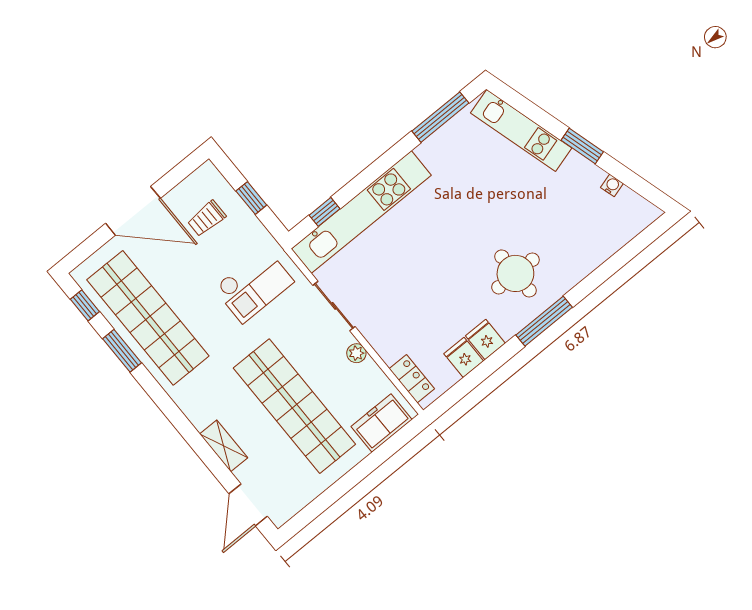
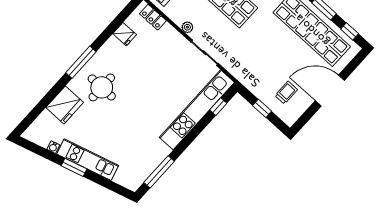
kitchen unit: (521, 130) -> (88, 160), moved
checkout: (254, 285) -> (253, 58), removed
fridge: (485, 340) -> (65, 105), moved, width x1.88, depth x1.34

